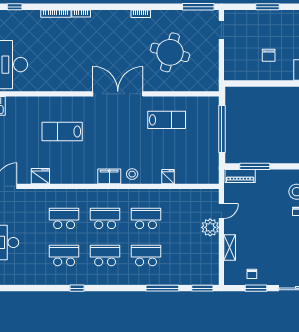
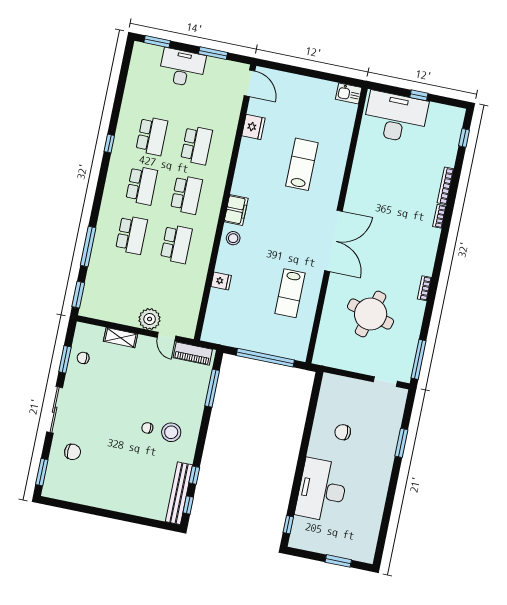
piano: (240, 176) -> (193, 354), moved, turned -90

